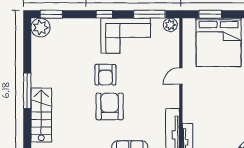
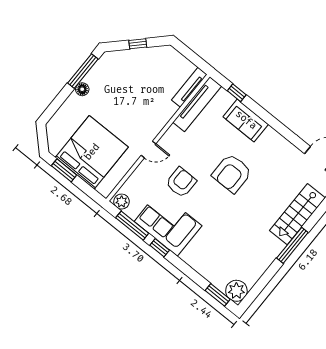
window: (104, 14) -> (160, 248), moved
window: (210, 14) -> (64, 170), moved
armchair: (105, 75) -> (181, 182), moved

